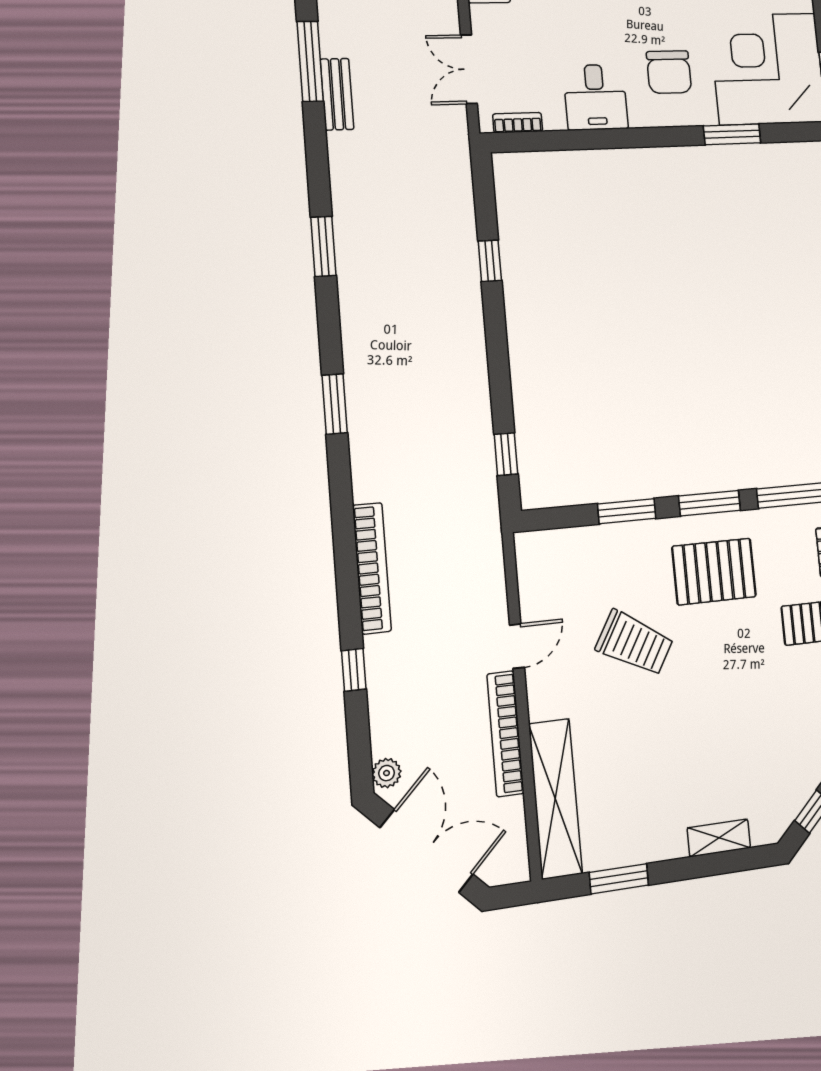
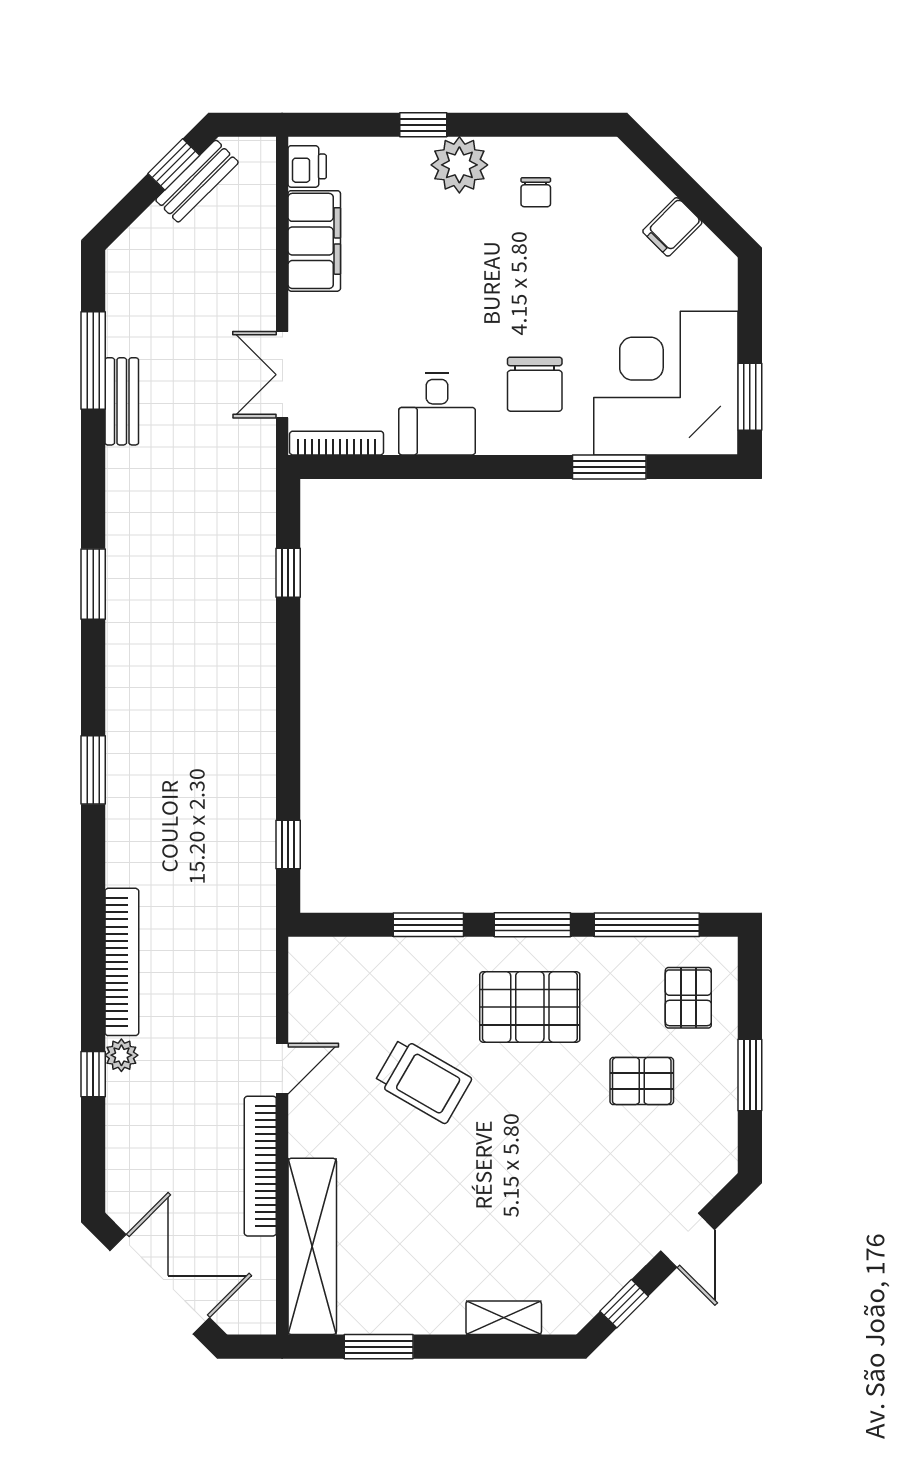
bookcase: (518, 123) -> (337, 443), width x1.56
window: (490, 261) -> (288, 573), moved
plant: (387, 773) -> (121, 1055), moved

